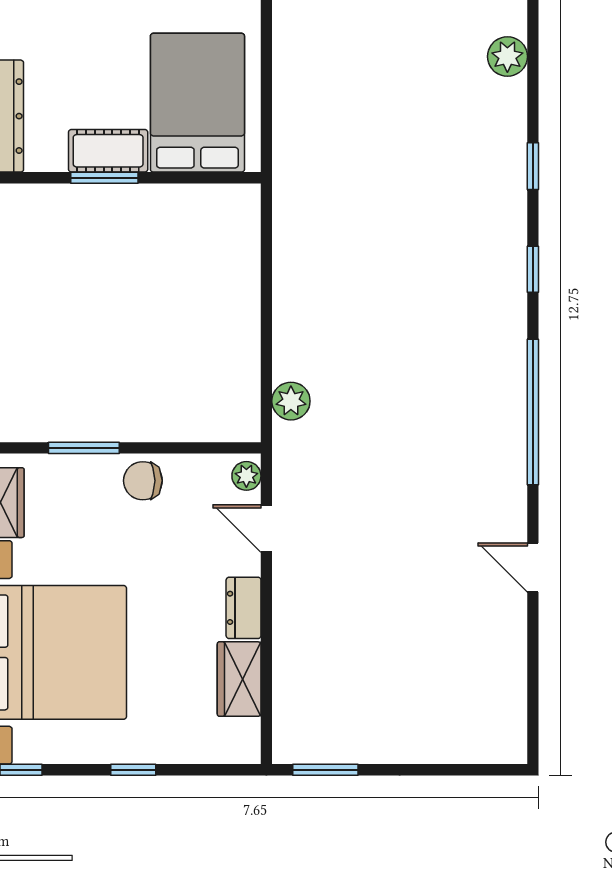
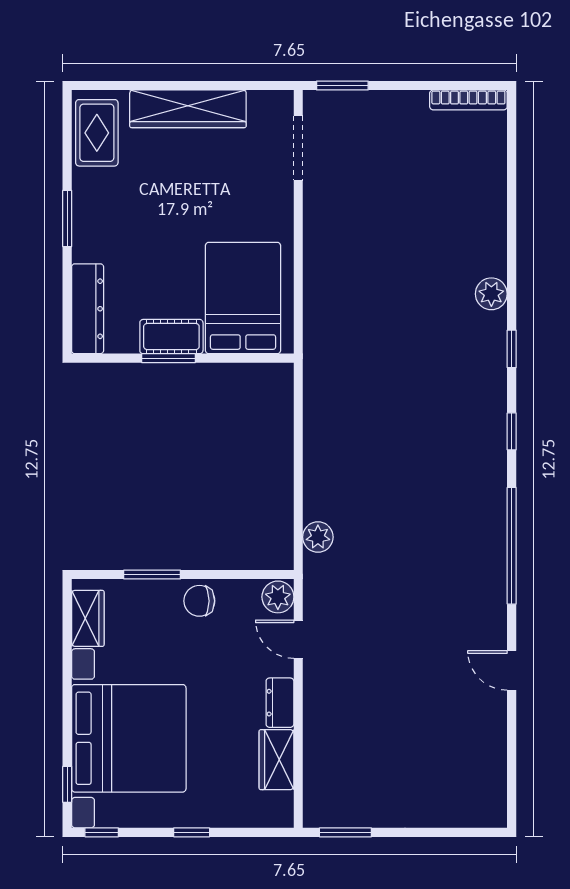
plant: (507, 57) -> (491, 294), moved
plant: (246, 476) -> (278, 597), width x1.38, depth x1.38

